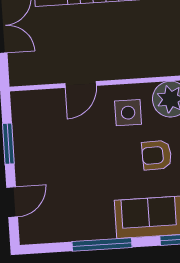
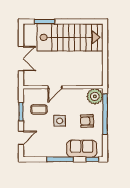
side table: (128, 113) -> (60, 121), moved
coffee table: (48, 136) -> (39, 109), added

